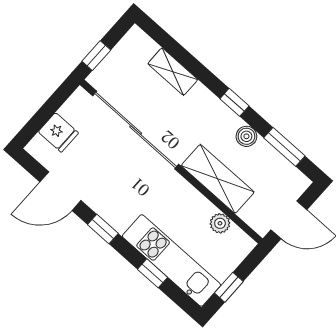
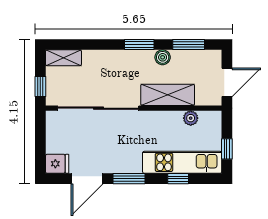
shelving: (173, 72) -> (63, 58), moved
window: (234, 102) -> (139, 45), width x1.50
fridge: (58, 132) -> (57, 164), moved
window: (103, 229) -> (129, 179), width x1.50

